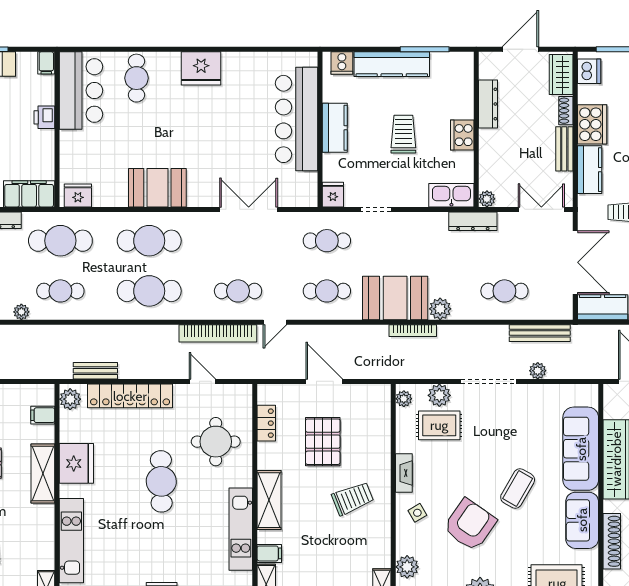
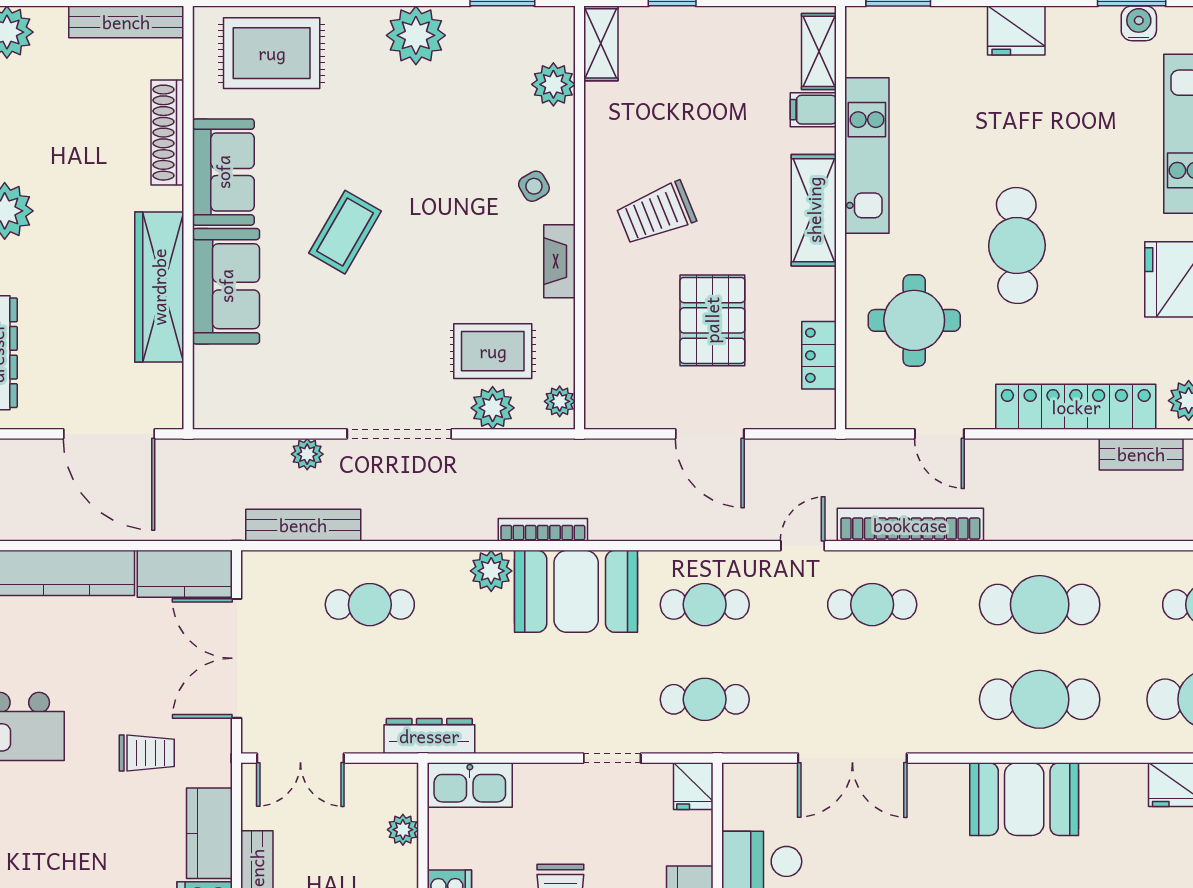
plant: (487, 199) -> (403, 830), moved
sofa: (581, 449) -> (226, 286), width x0.73
armchair: (470, 525) -> (435, 164), removed

